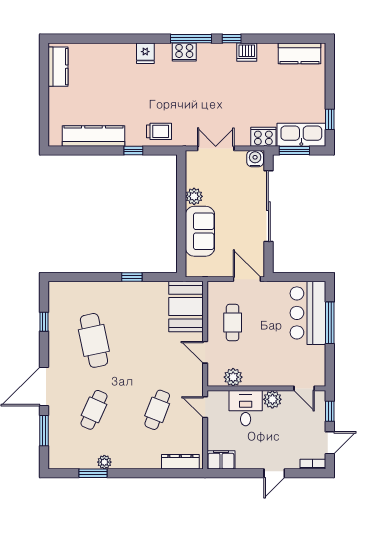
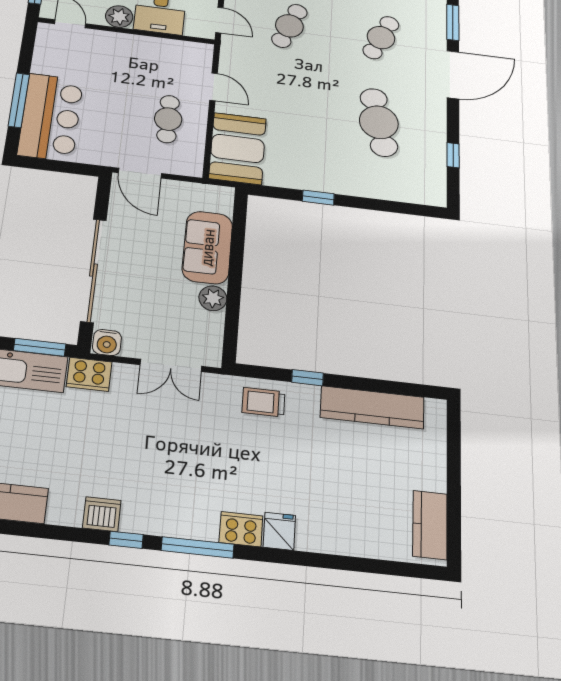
cooker: (184, 52) -> (241, 529), moved
plant: (233, 377) -> (174, 51), removed

